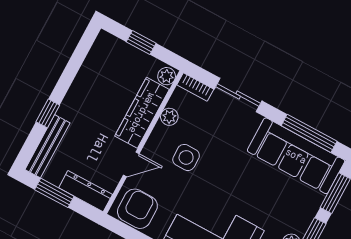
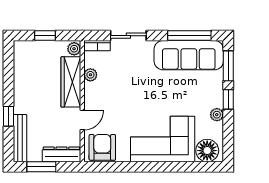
side table: (186, 157) -> (116, 96), removed

